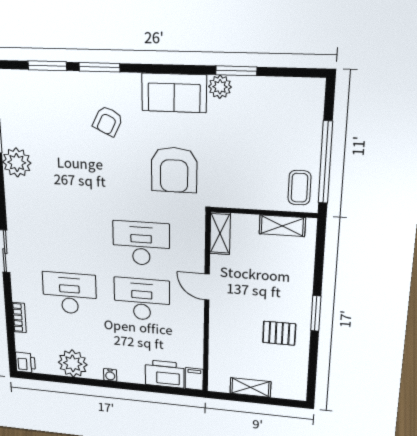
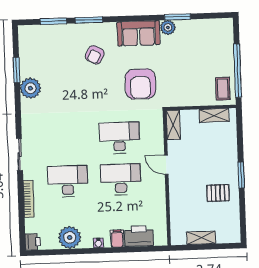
bookcase: (19, 318) -> (29, 199), width x1.56
filing cabinet: (194, 379) -> (117, 238), moved

